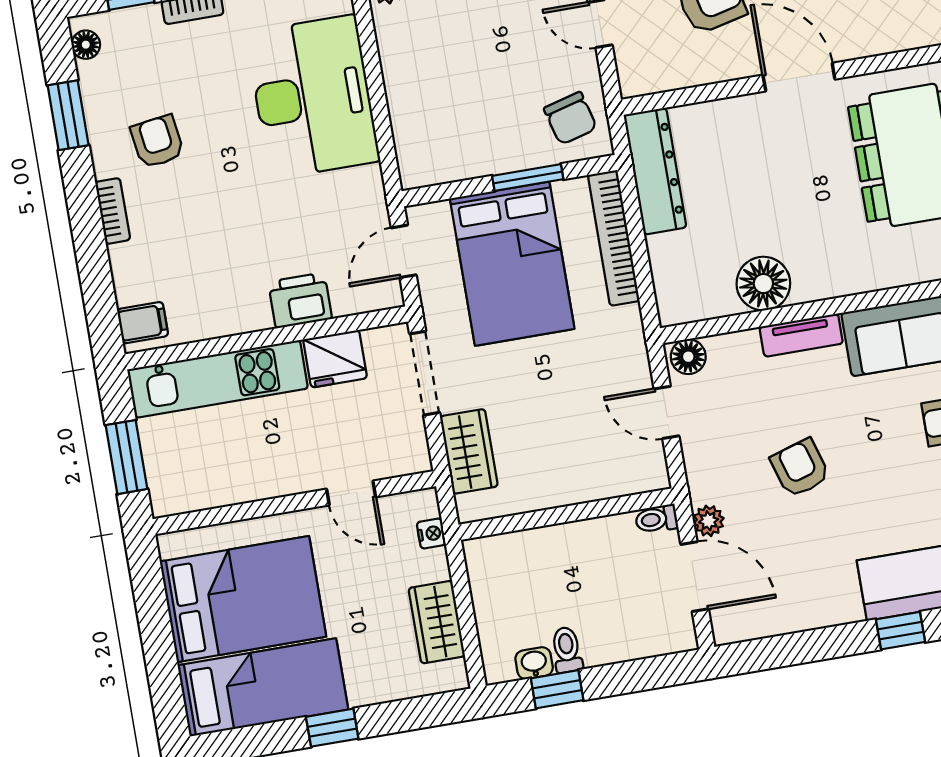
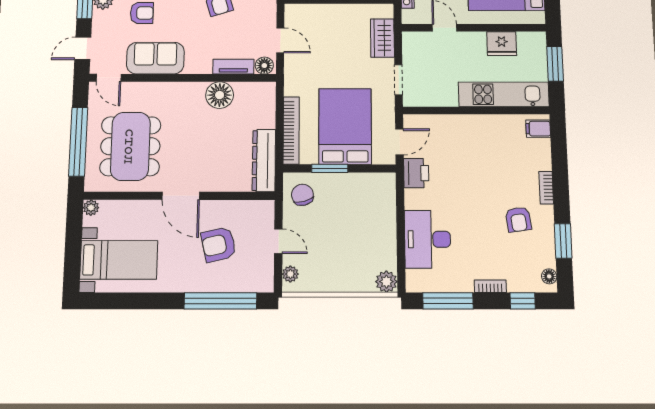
desk: (313, 97) -> (428, 239), width x0.73, depth x0.77
printer: (300, 300) -> (416, 173), moved, turned -90
tv unit: (801, 335) -> (233, 67), moved
fridge: (335, 359) -> (502, 44), moved, turned 180
doorway: (425, 373) -> (398, 80), width x0.73

